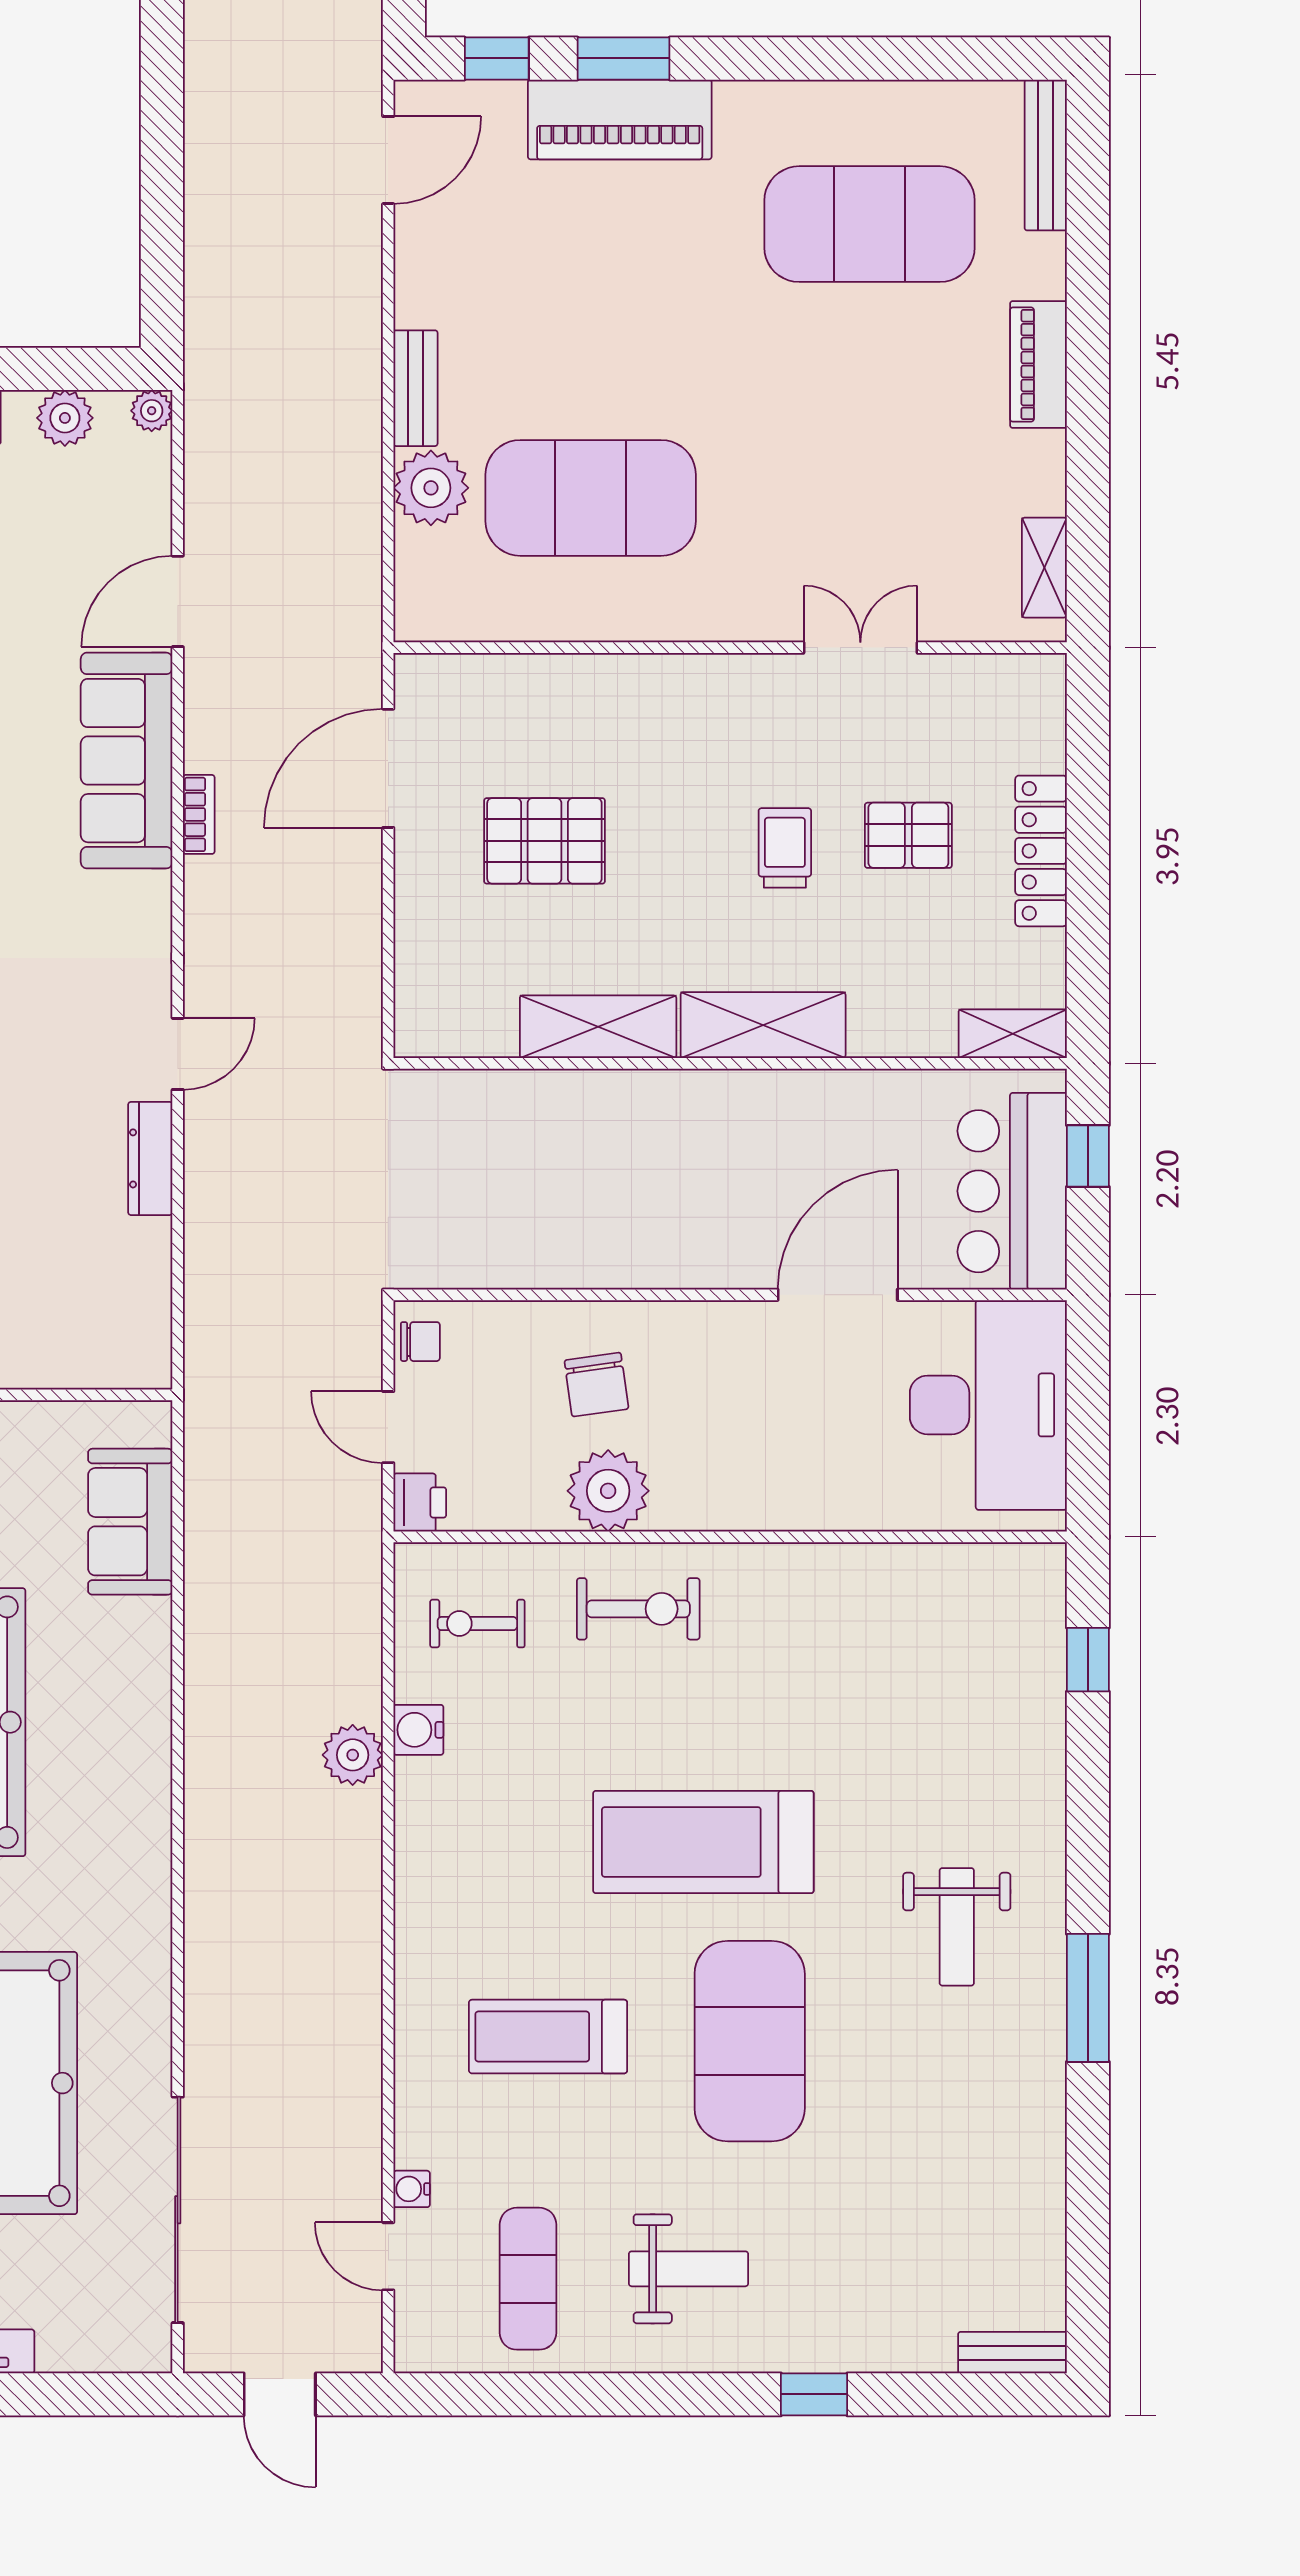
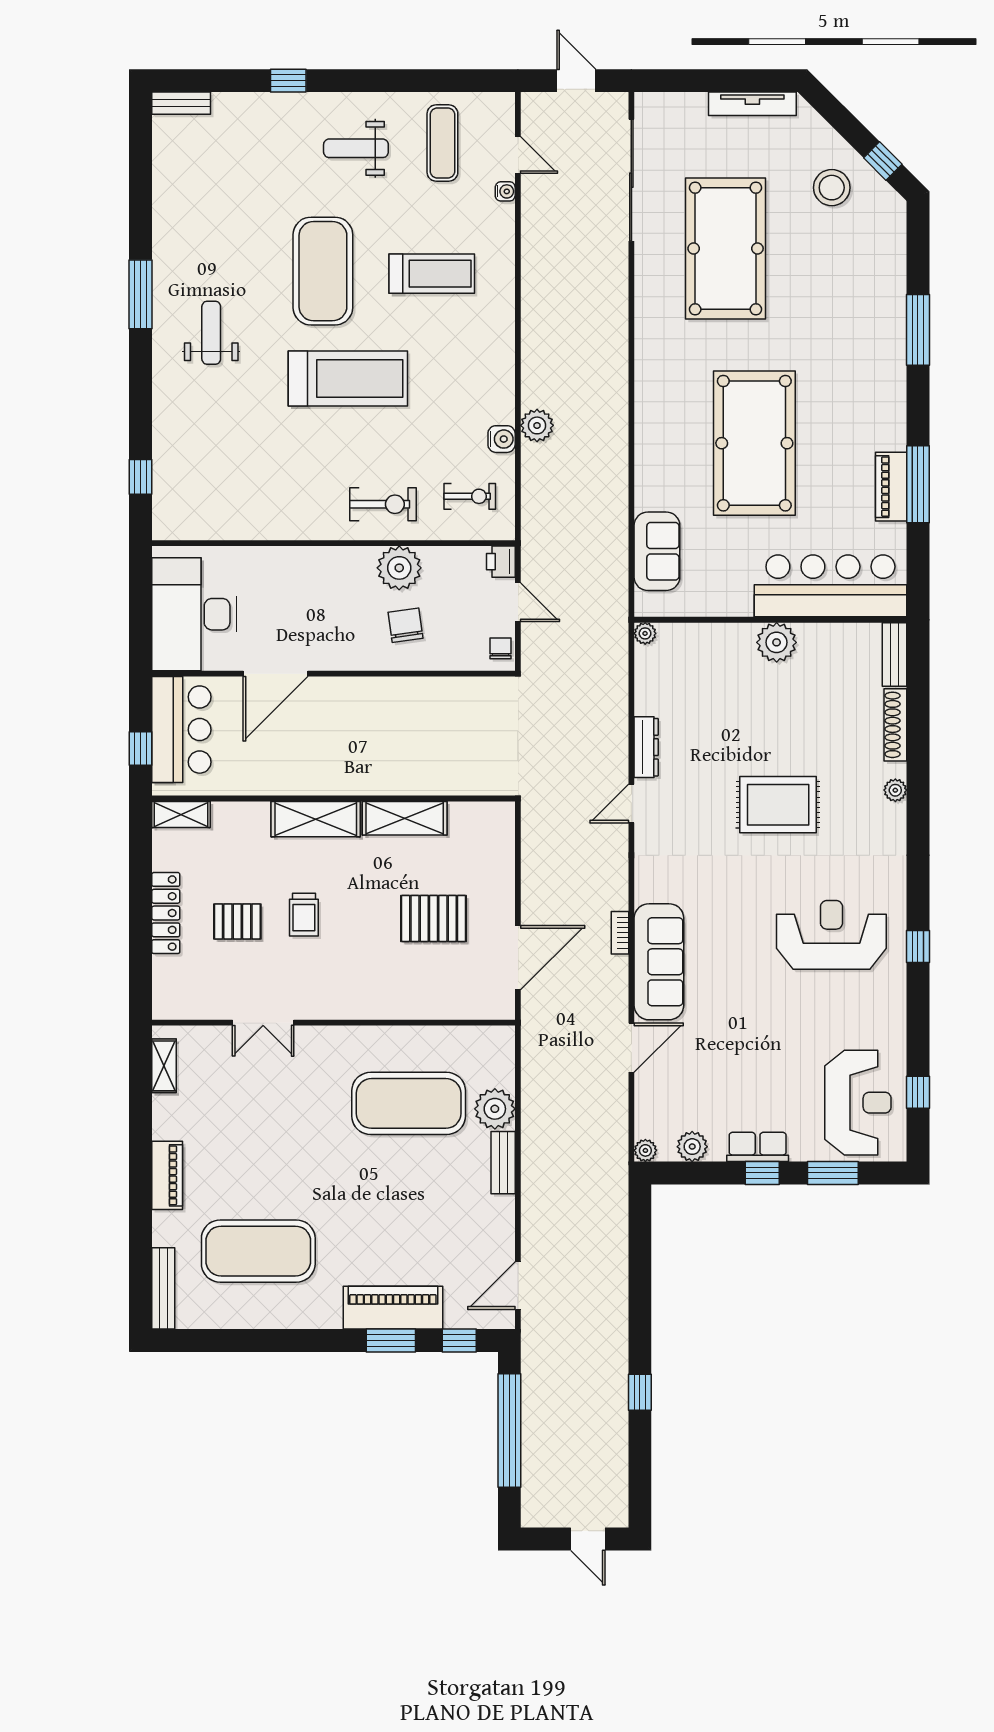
chair: (420, 1342) -> (501, 648), turned 90
plant: (152, 1369) -> (645, 633), added
exercise bike: (638, 1609) -> (383, 504), turned 180

